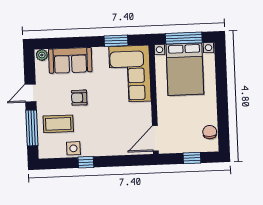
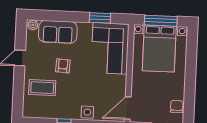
armchair: (79, 98) -> (63, 66), turned 93
window: (32, 128) -> (18, 89), removed
side table: (73, 148) -> (87, 112), moved

